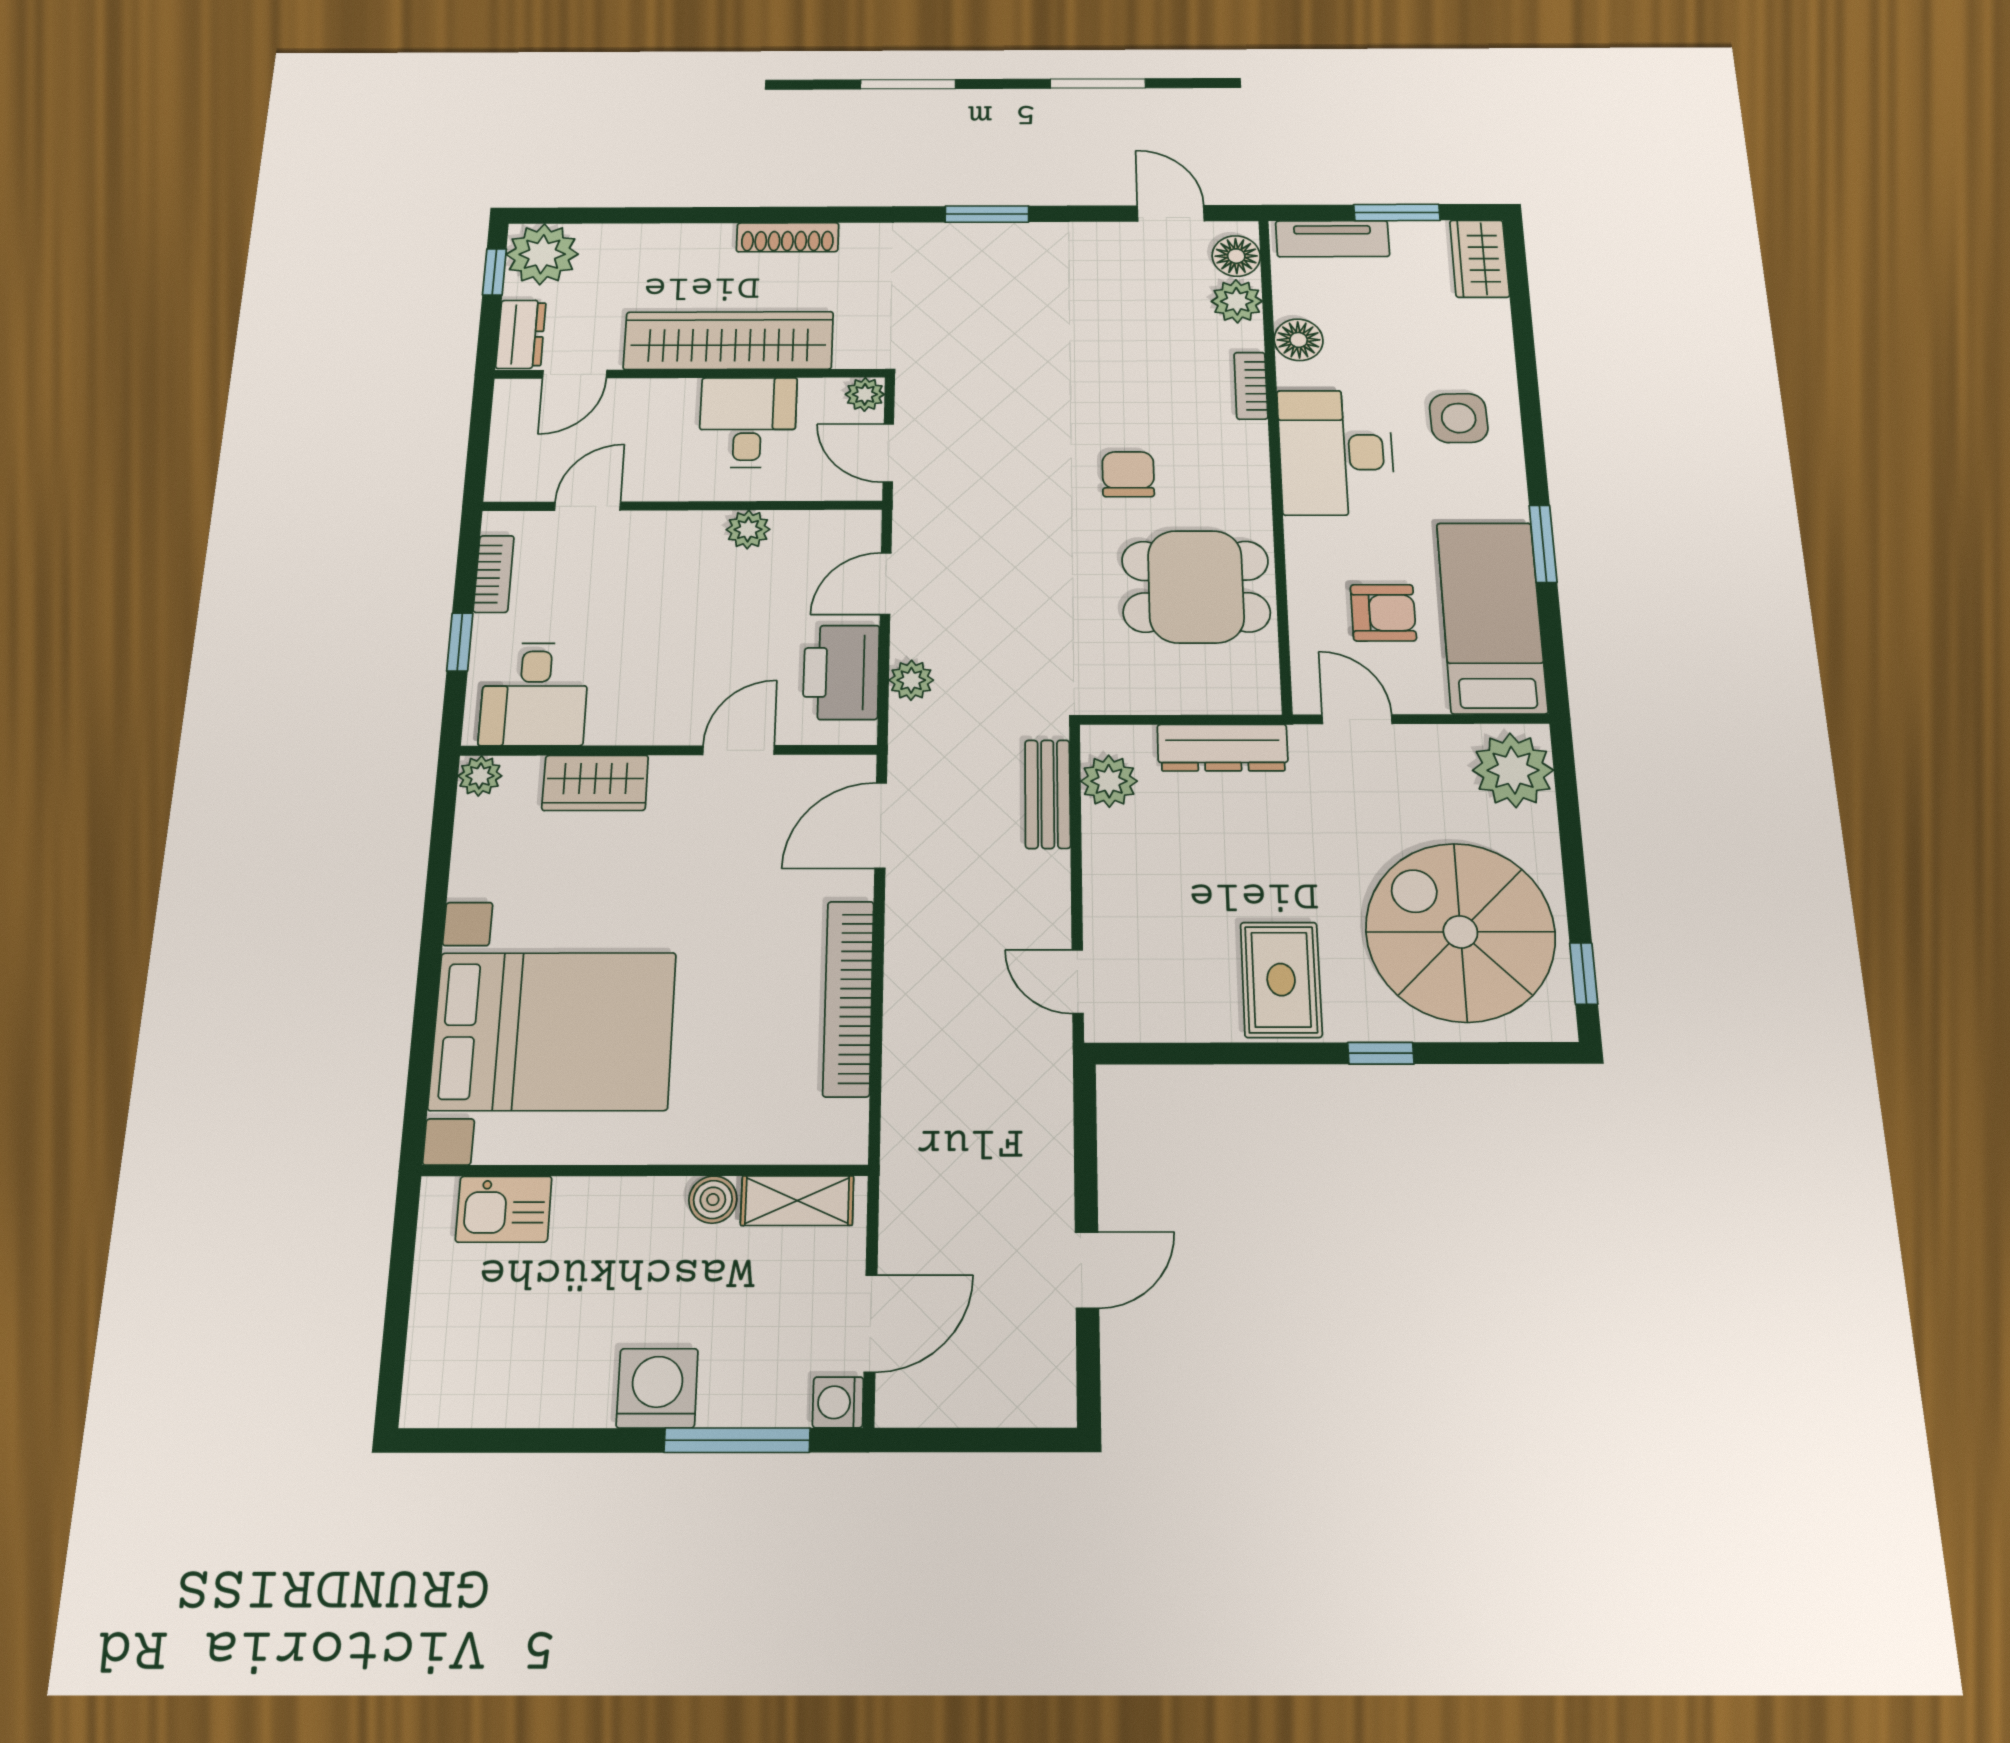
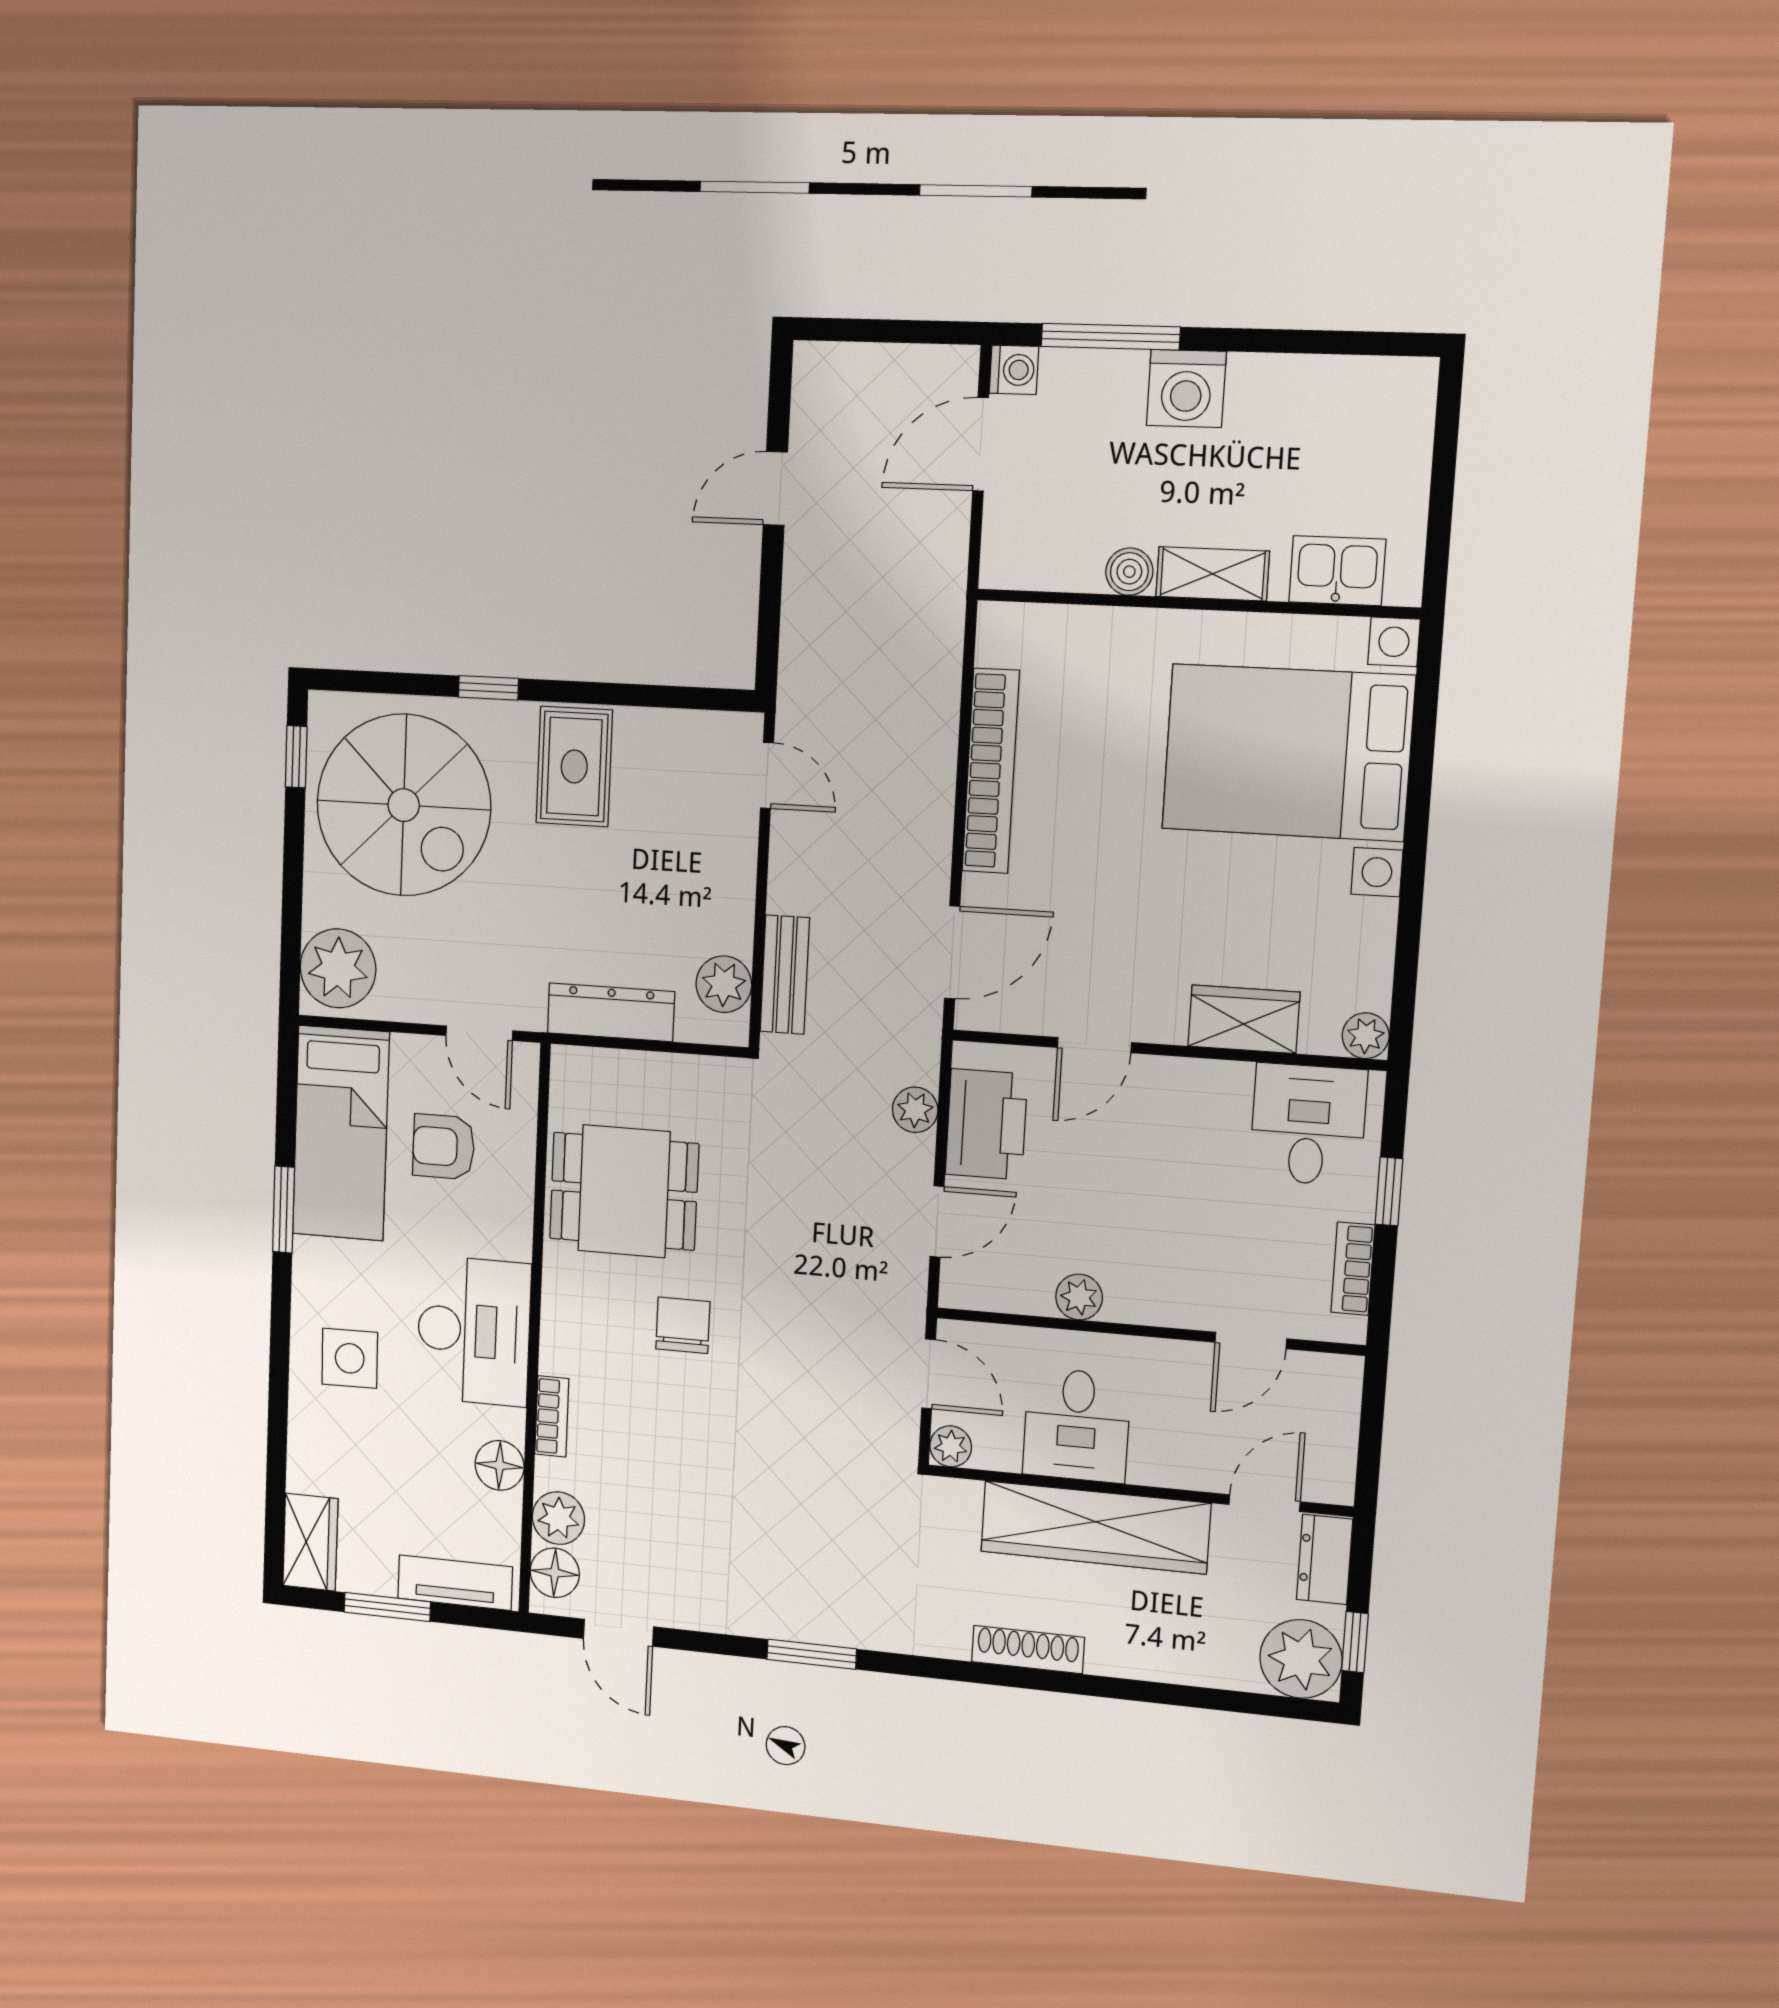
chair: (1128, 474) -> (683, 1325), turned 180
shelving: (797, 1201) -> (1213, 574), moved

